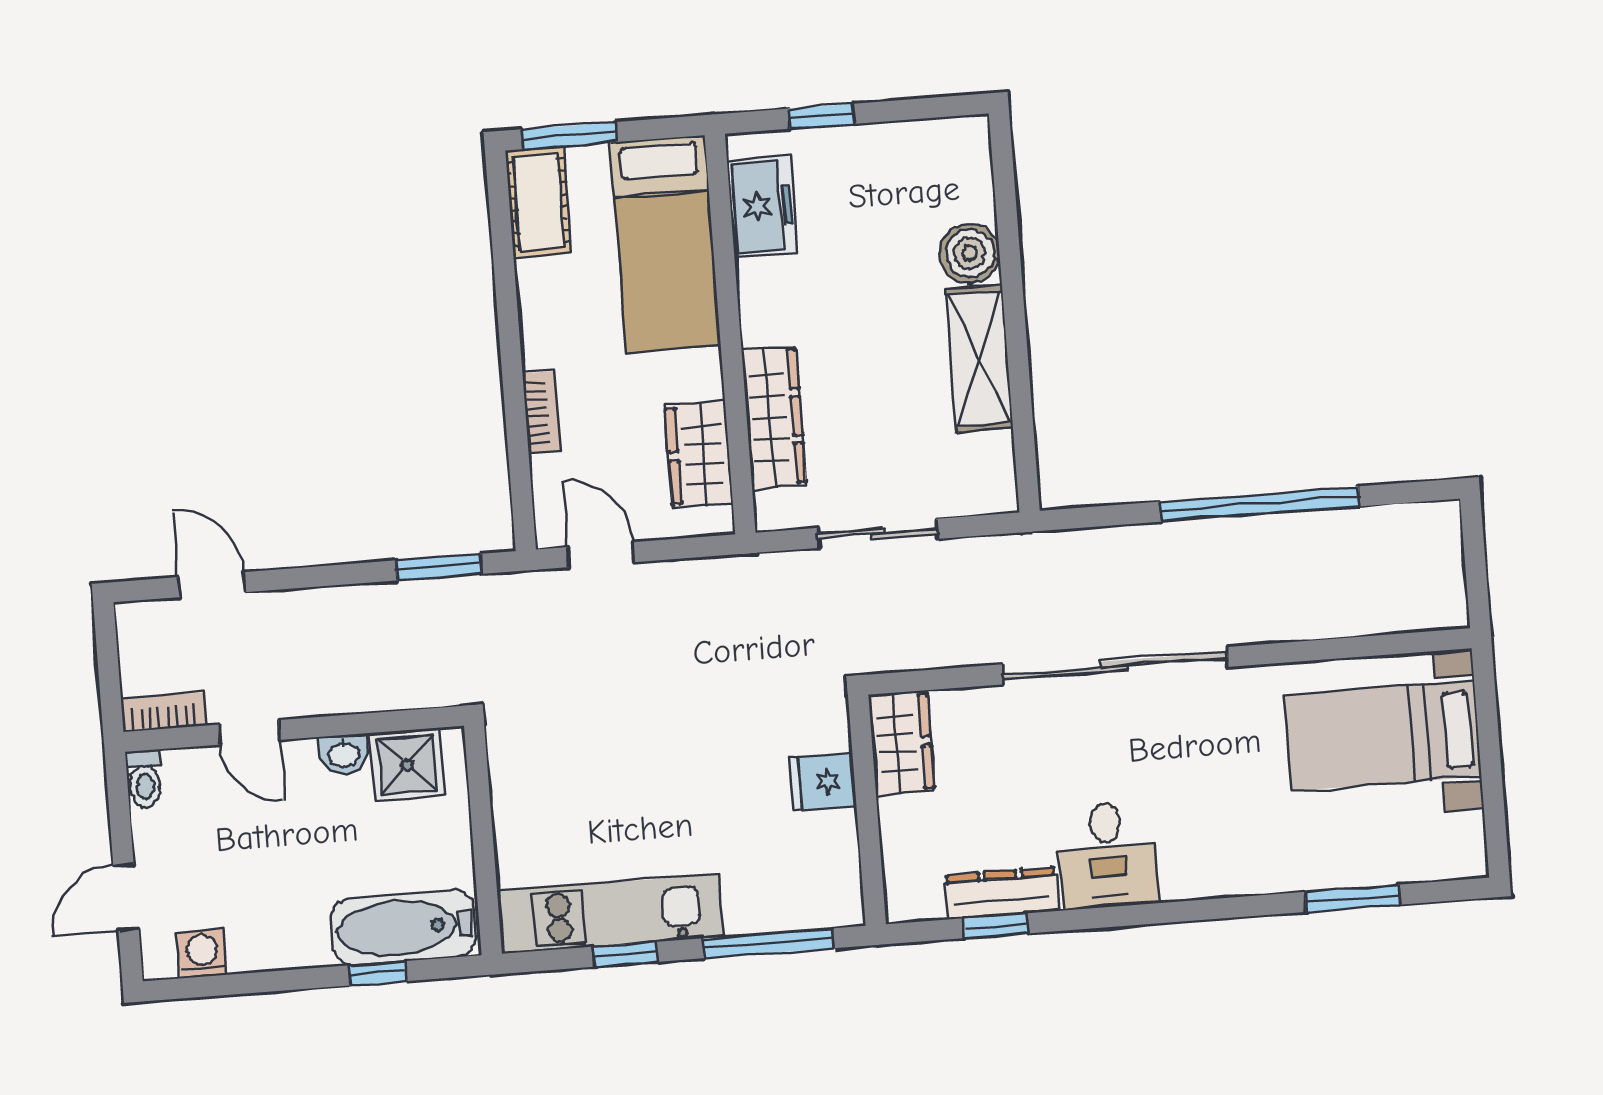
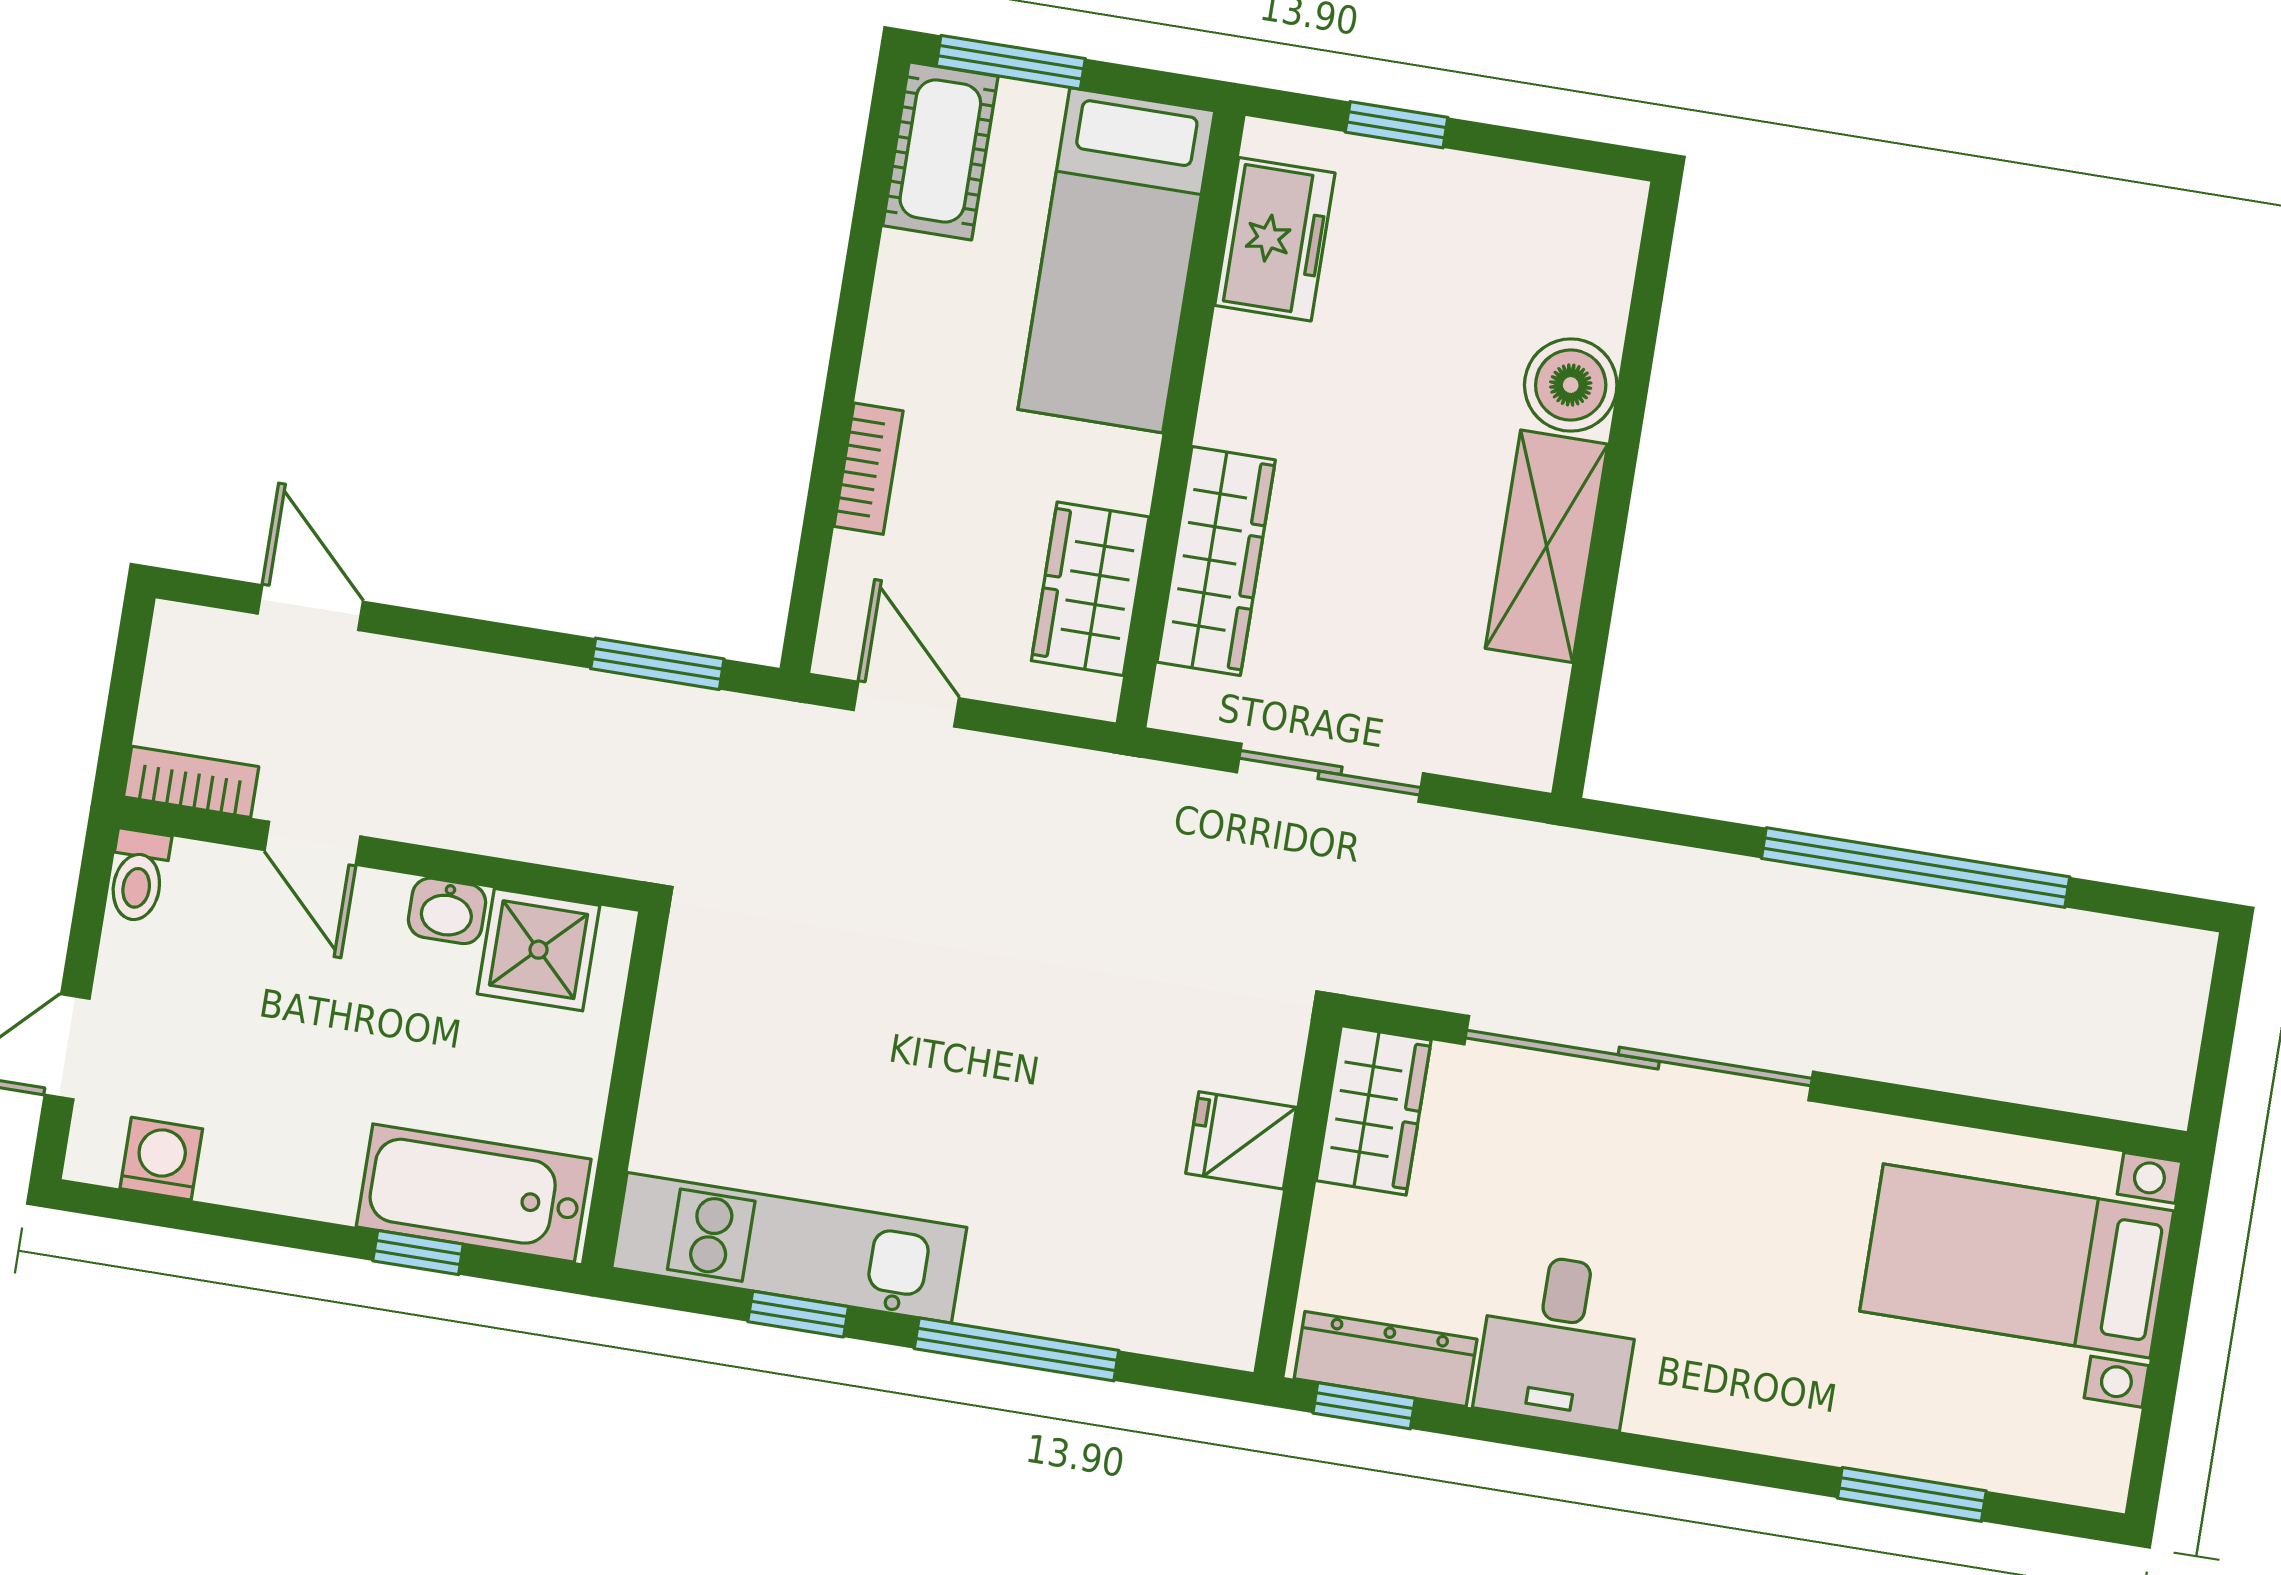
wardrobe: (901, 743) -> (1374, 1110), moved
fridge: (823, 782) -> (1241, 1140), moved
wall: (867, 810) -> (1297, 1199), moved

